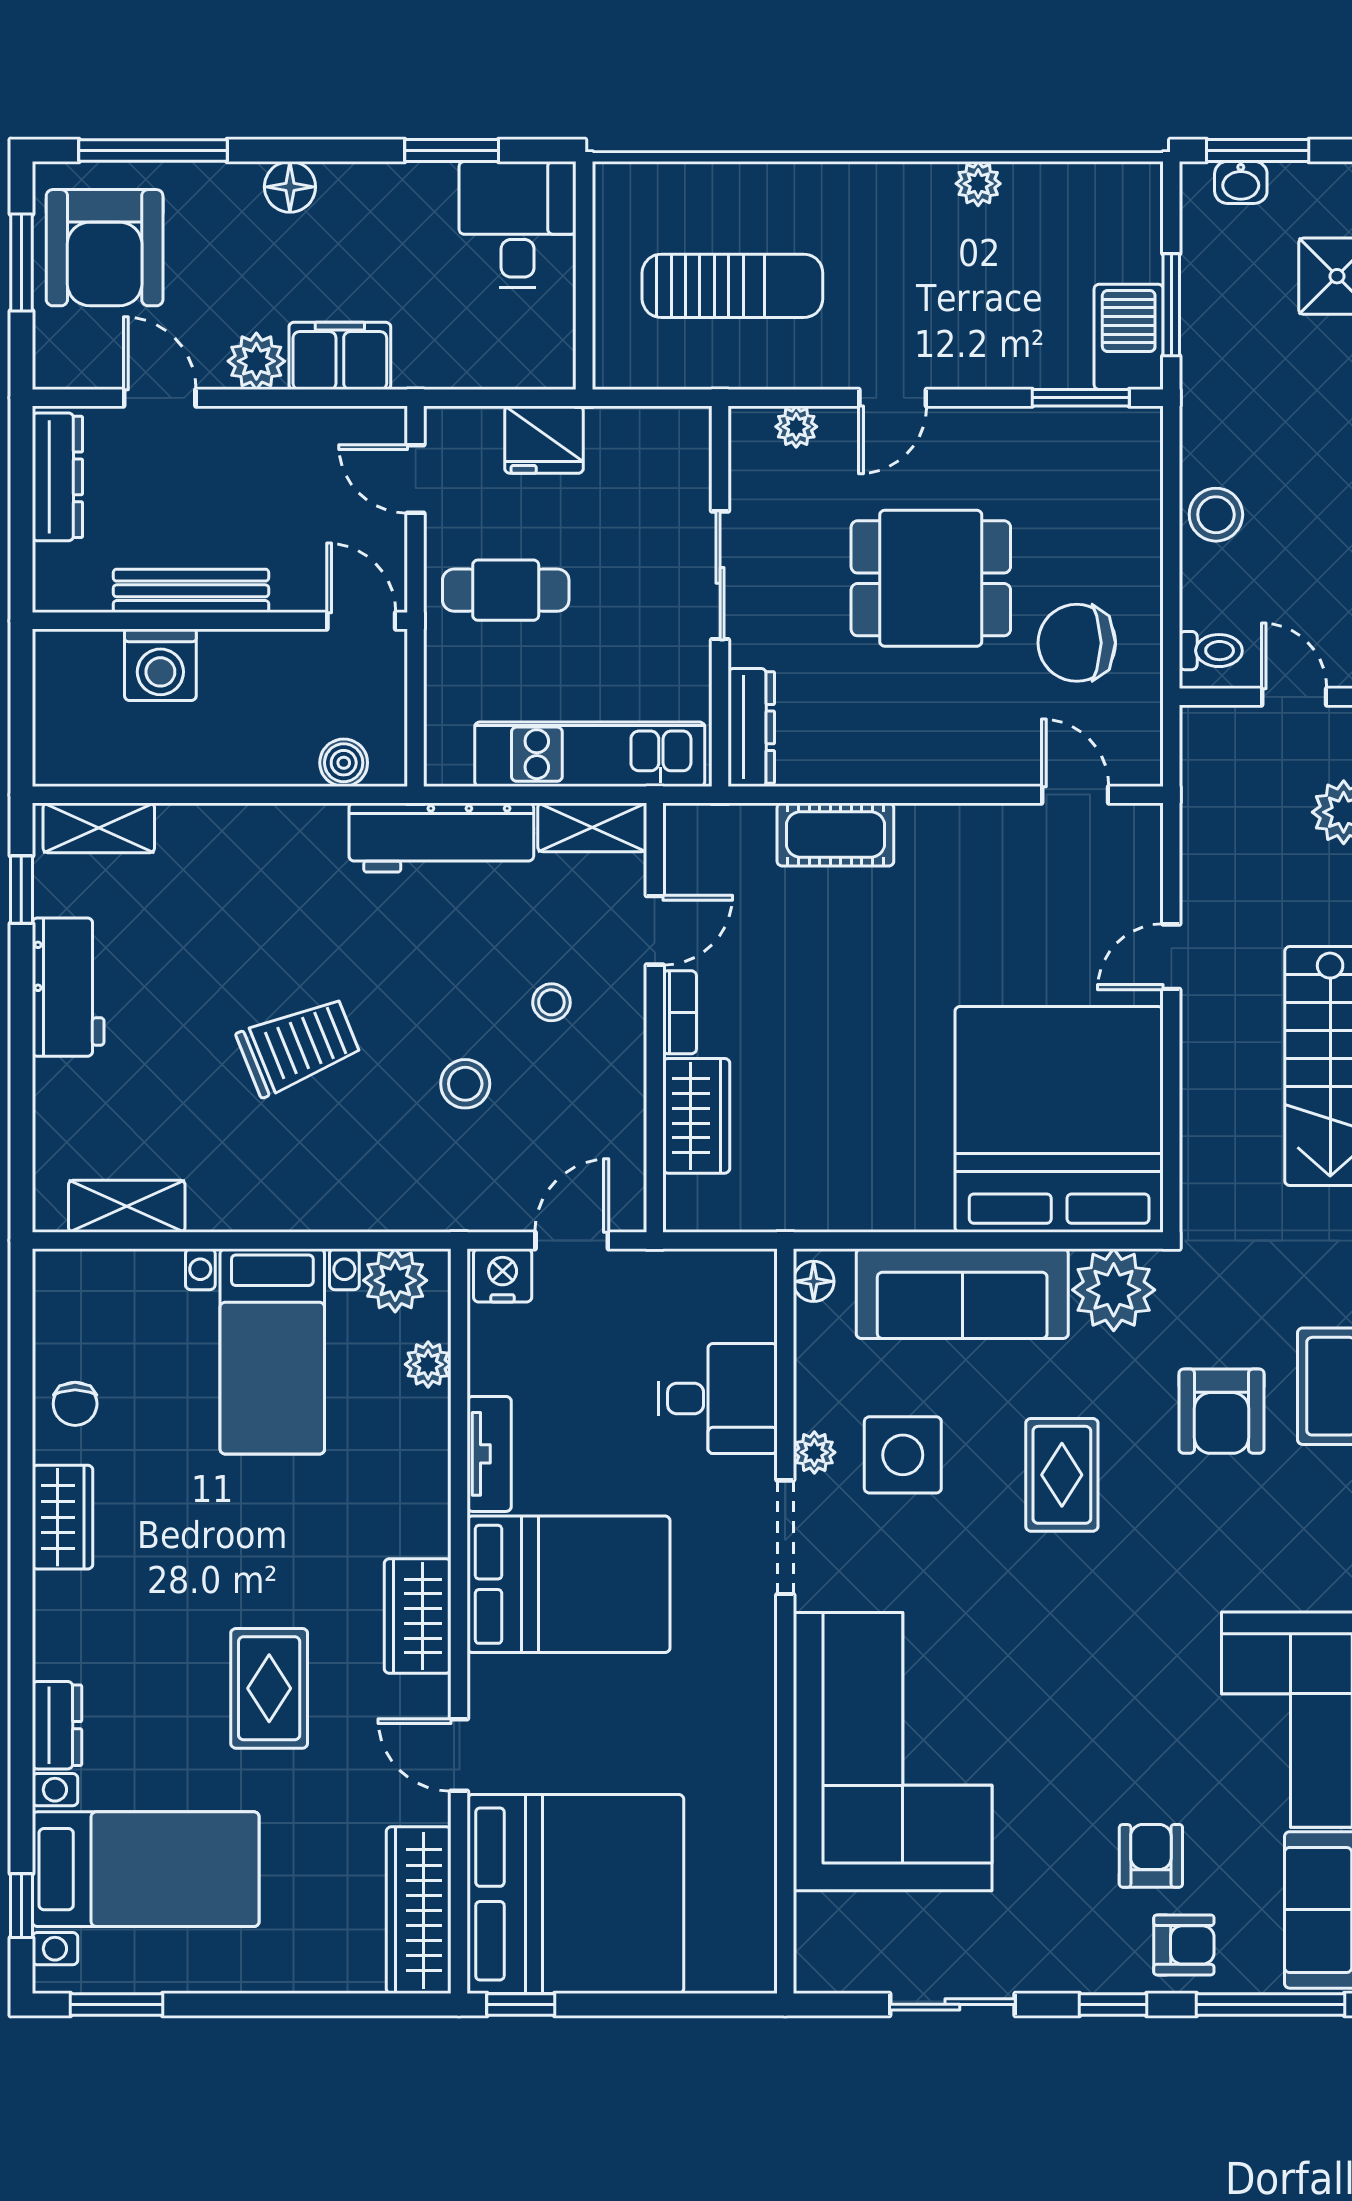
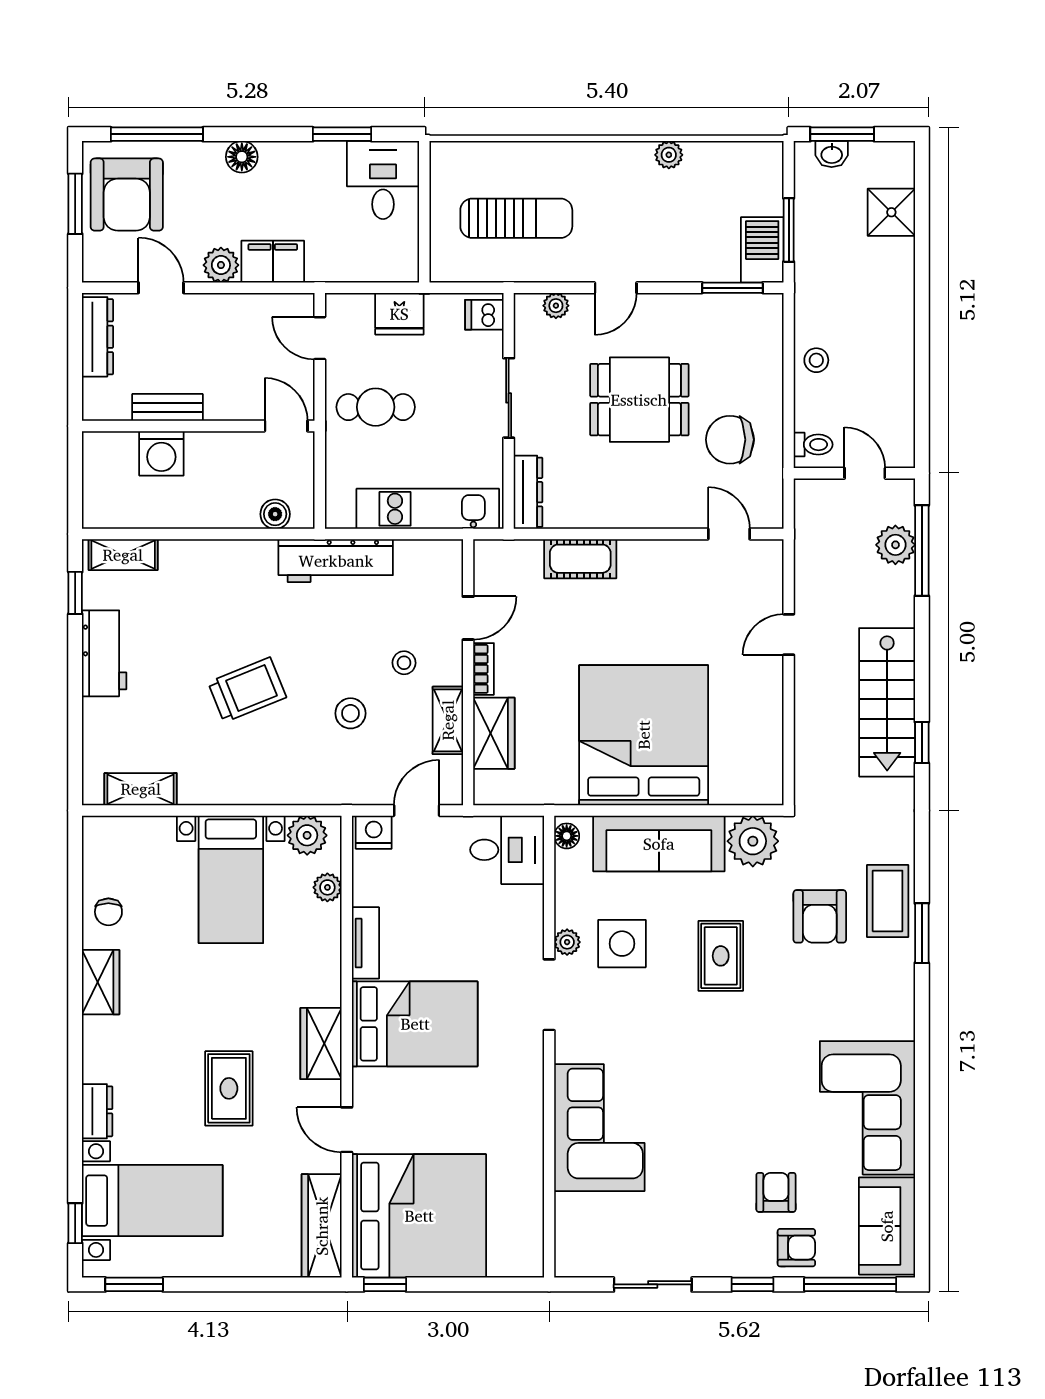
dishwasher: (681, 441) -> (484, 315), added
stool: (1216, 515) -> (816, 360), width x0.73, depth x0.73
bench: (191, 591) -> (168, 407), width x0.73
shelving: (592, 827) -> (448, 720), moved, turned 90
bed: (1059, 1119) -> (644, 735), moved
desk: (718, 1398) -> (507, 850), moved
corner sofa: (893, 1752) -> (599, 1128), width x0.73, depth x0.74

